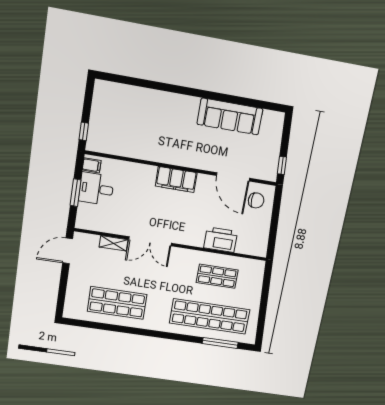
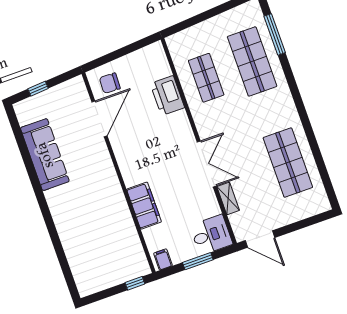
window: (282, 165) -> (38, 89), moved
filing cabinet: (176, 179) -> (144, 206), moved
desk: (96, 189) -> (211, 235), moved, turned -90
chair: (256, 200) -> (110, 83), turned -88
shop shelf: (210, 316) -> (252, 61), width x0.71

